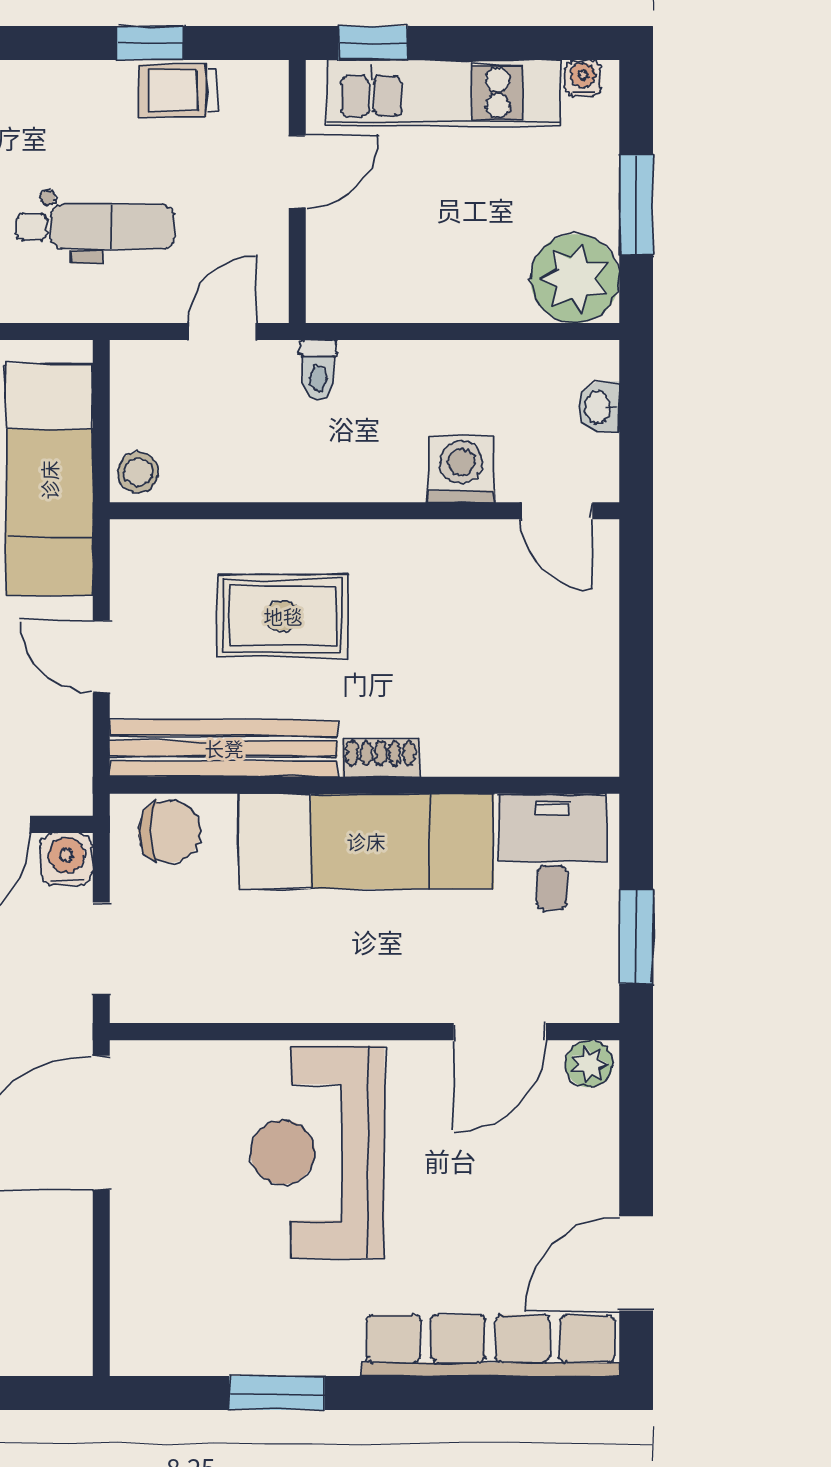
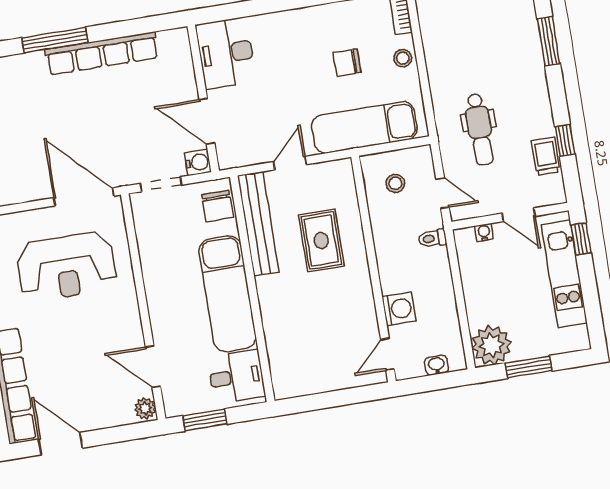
water cooler: (583, 78) -> (484, 232), moved, turned -90
stool: (138, 472) -> (395, 183), moved
shoe rack: (380, 758) -> (265, 294), removed
reception desk: (317, 1152) -> (66, 267), moved, turned 180

